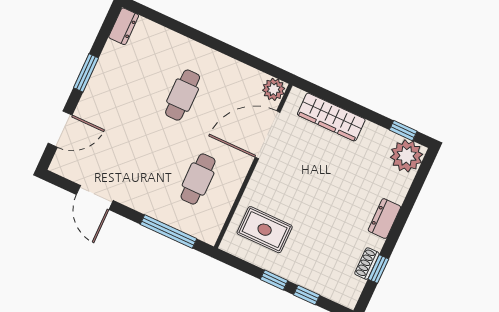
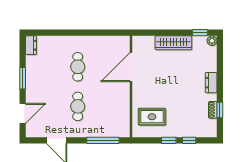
plant: (274, 89) -> (123, 42), removed
wardrobe: (331, 117) -> (173, 43), moved
plant: (407, 156) -> (212, 41), width x0.53, depth x0.53
cafe table: (198, 179) -> (78, 106), moved

